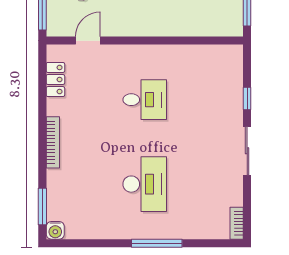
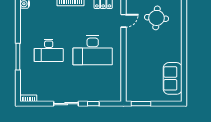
door: (88, 41) -> (123, 21), hinge flipped
desk: (145, 100) -> (93, 50), width x1.87, depth x1.30

